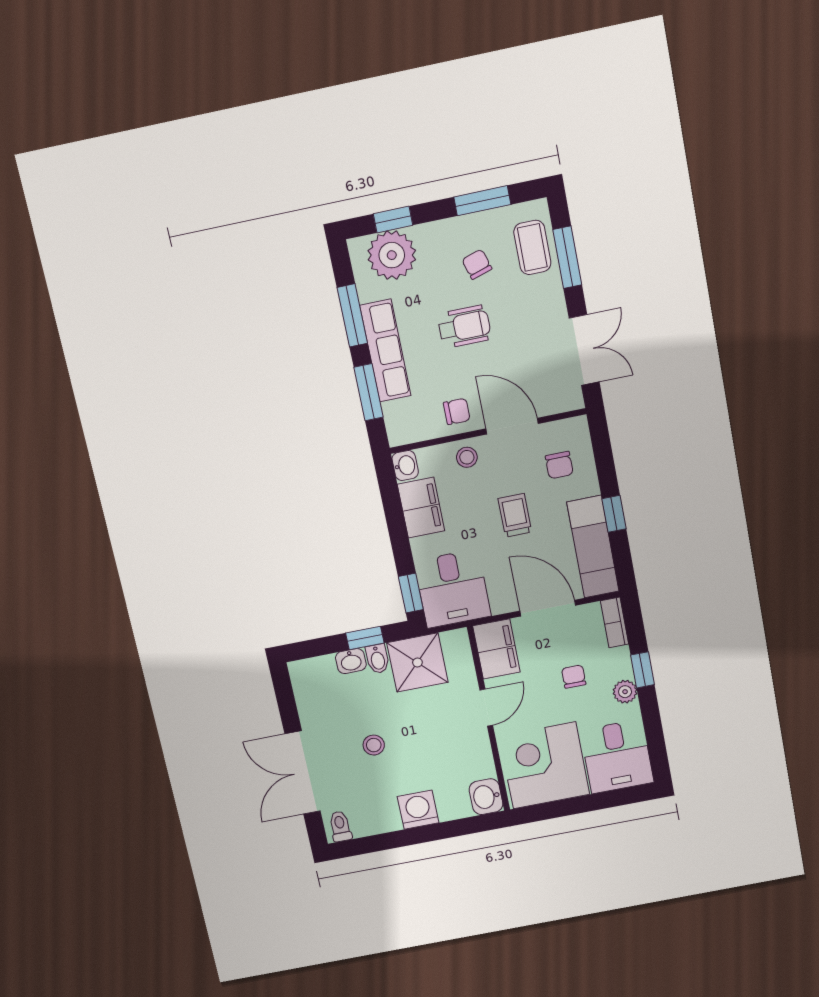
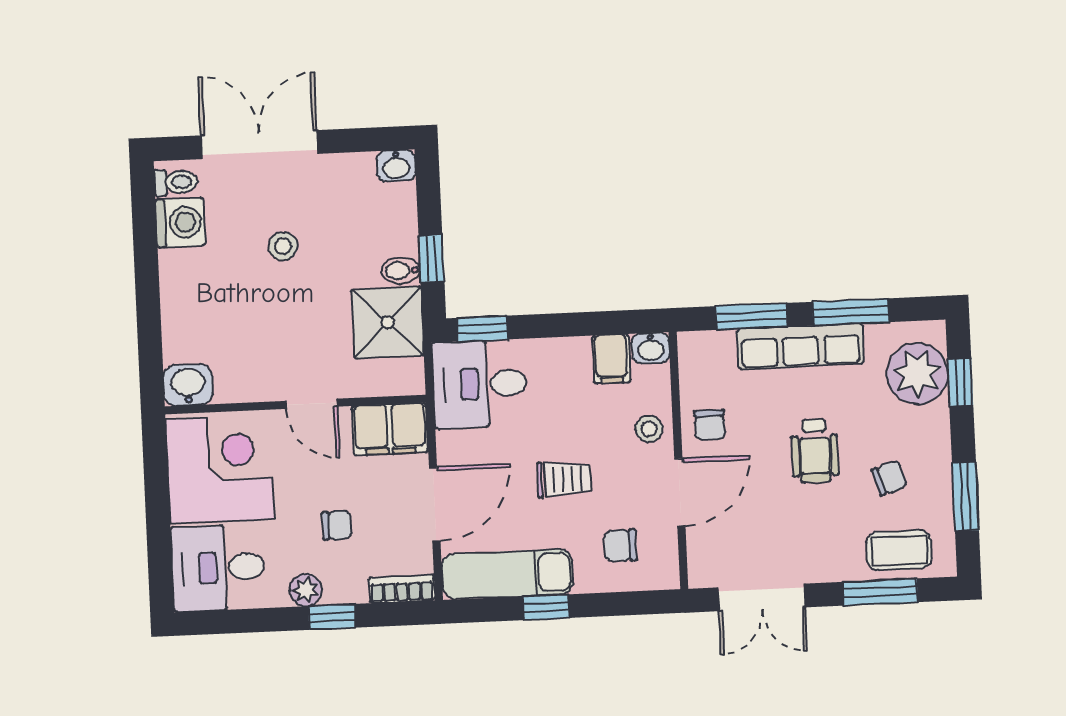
filing cabinet: (421, 508) -> (611, 359), width x0.50
washbasin: (351, 661) -> (396, 166), moved, turned -90
washing machine: (418, 810) -> (180, 222), moved

